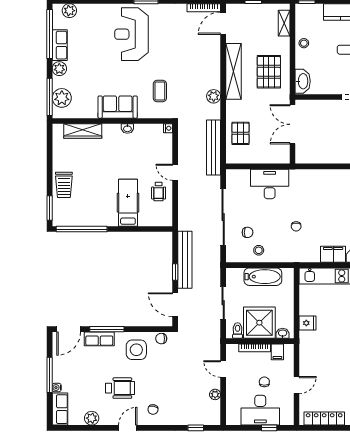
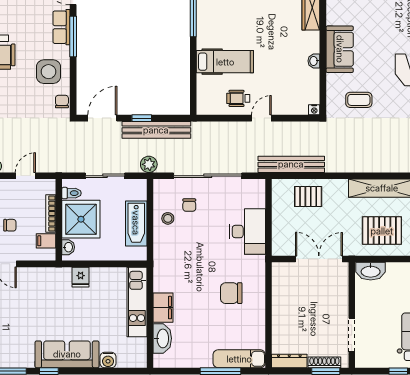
plant: (214, 96) -> (149, 164), moved
chair: (296, 226) -> (231, 293), moved, width x1.87, depth x1.87

